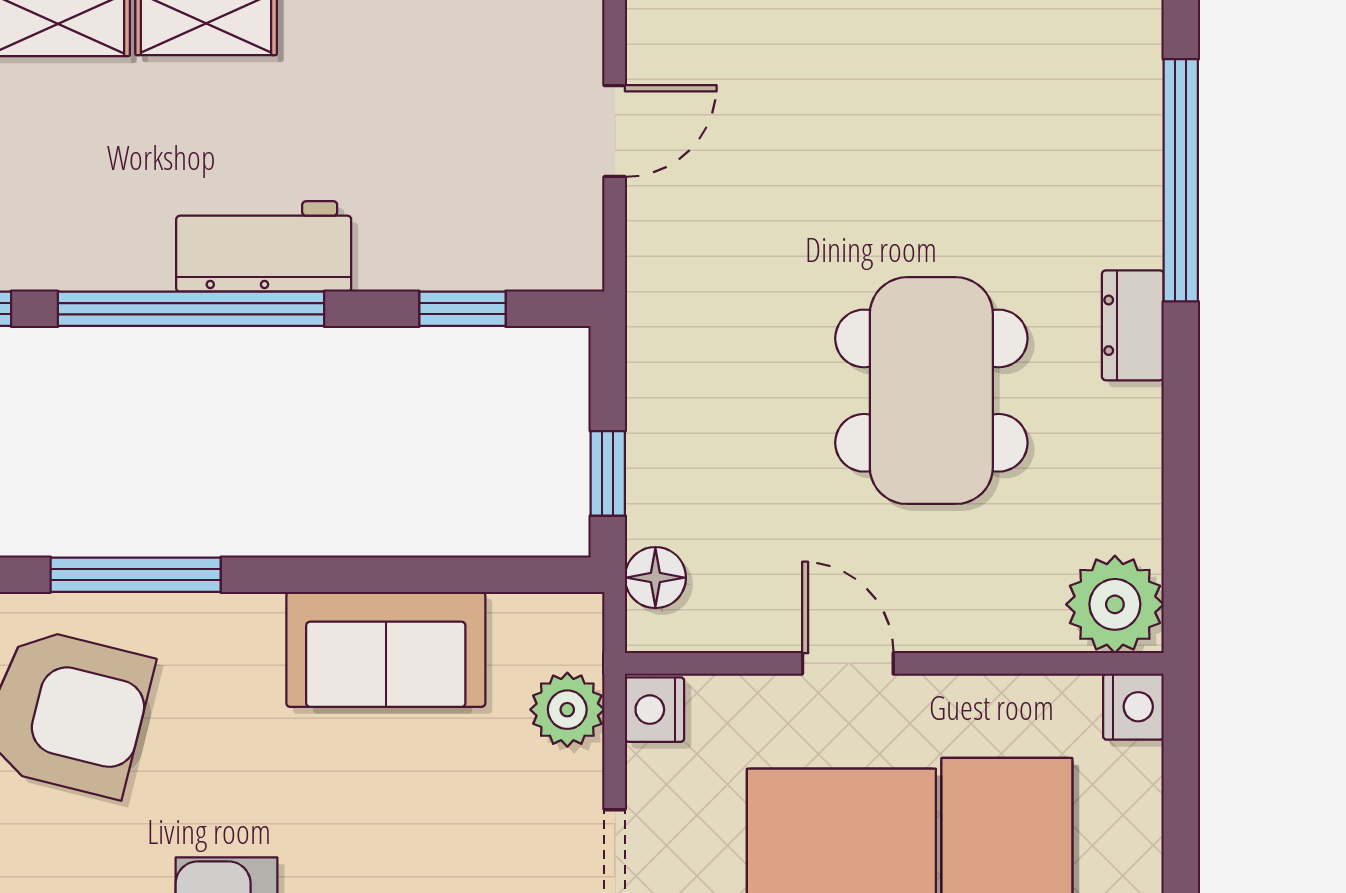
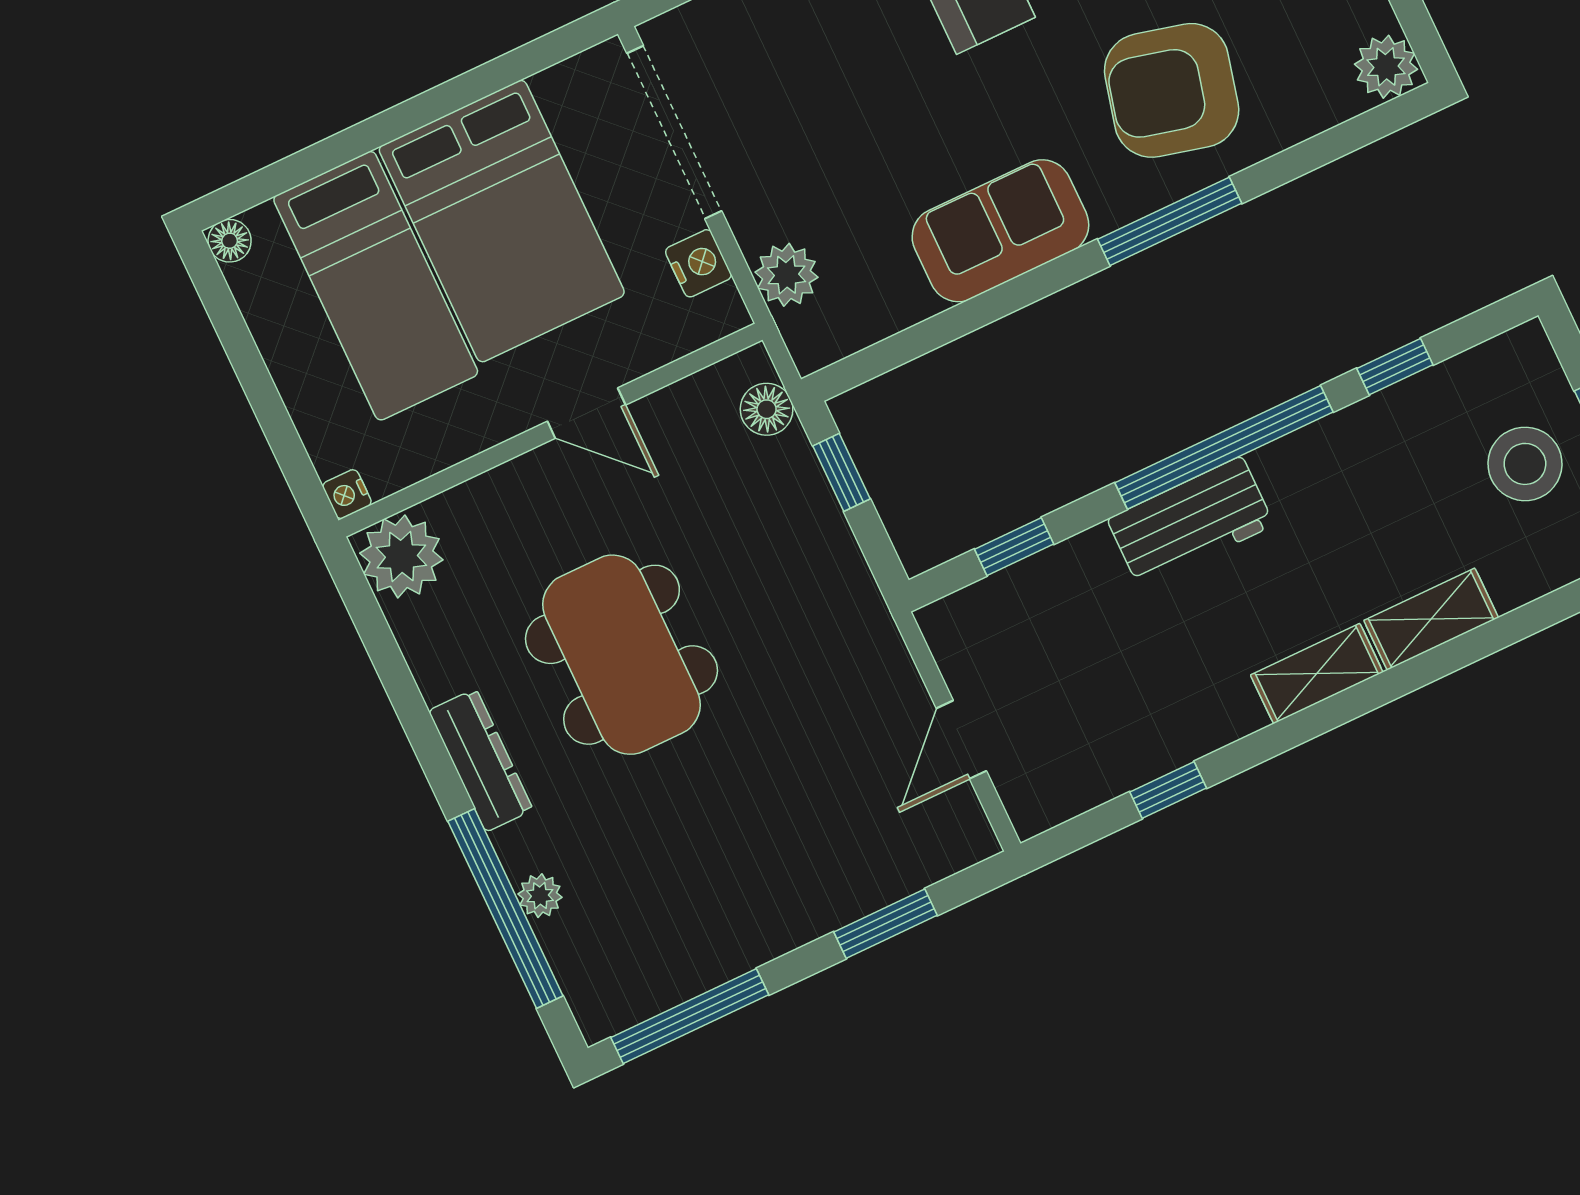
plant: (1138, 177) -> (540, 896), added
dresser: (1133, 325) -> (481, 760), width x1.44
sofa: (386, 649) -> (1000, 231), moved
nightstand: (1133, 707) -> (347, 494), width x0.72, depth x0.74
nightstand: (655, 710) -> (698, 263), moved

